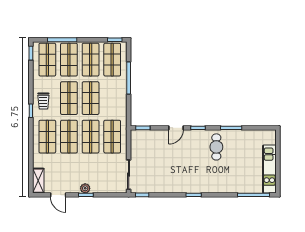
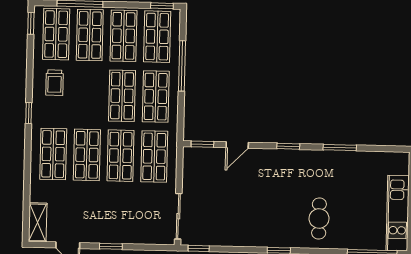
shop shelf: (69, 98) -> (156, 97), moved
trolley: (43, 101) -> (55, 83), moved
door: (176, 128) -> (237, 145), moved
cafe table: (216, 147) -> (319, 219), moved
plant: (85, 188) -> (110, 236), removed

